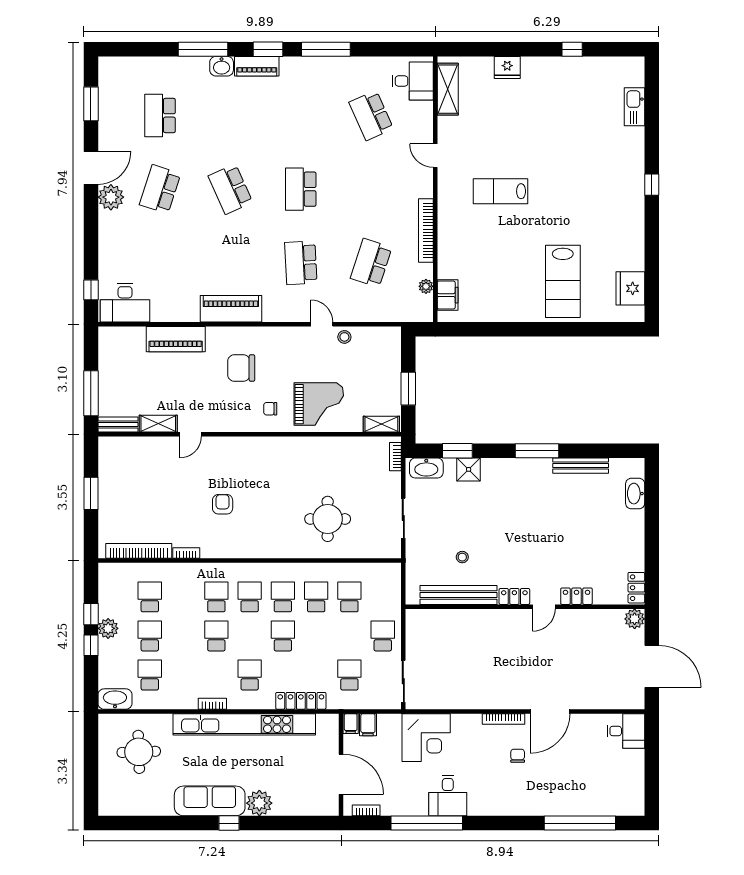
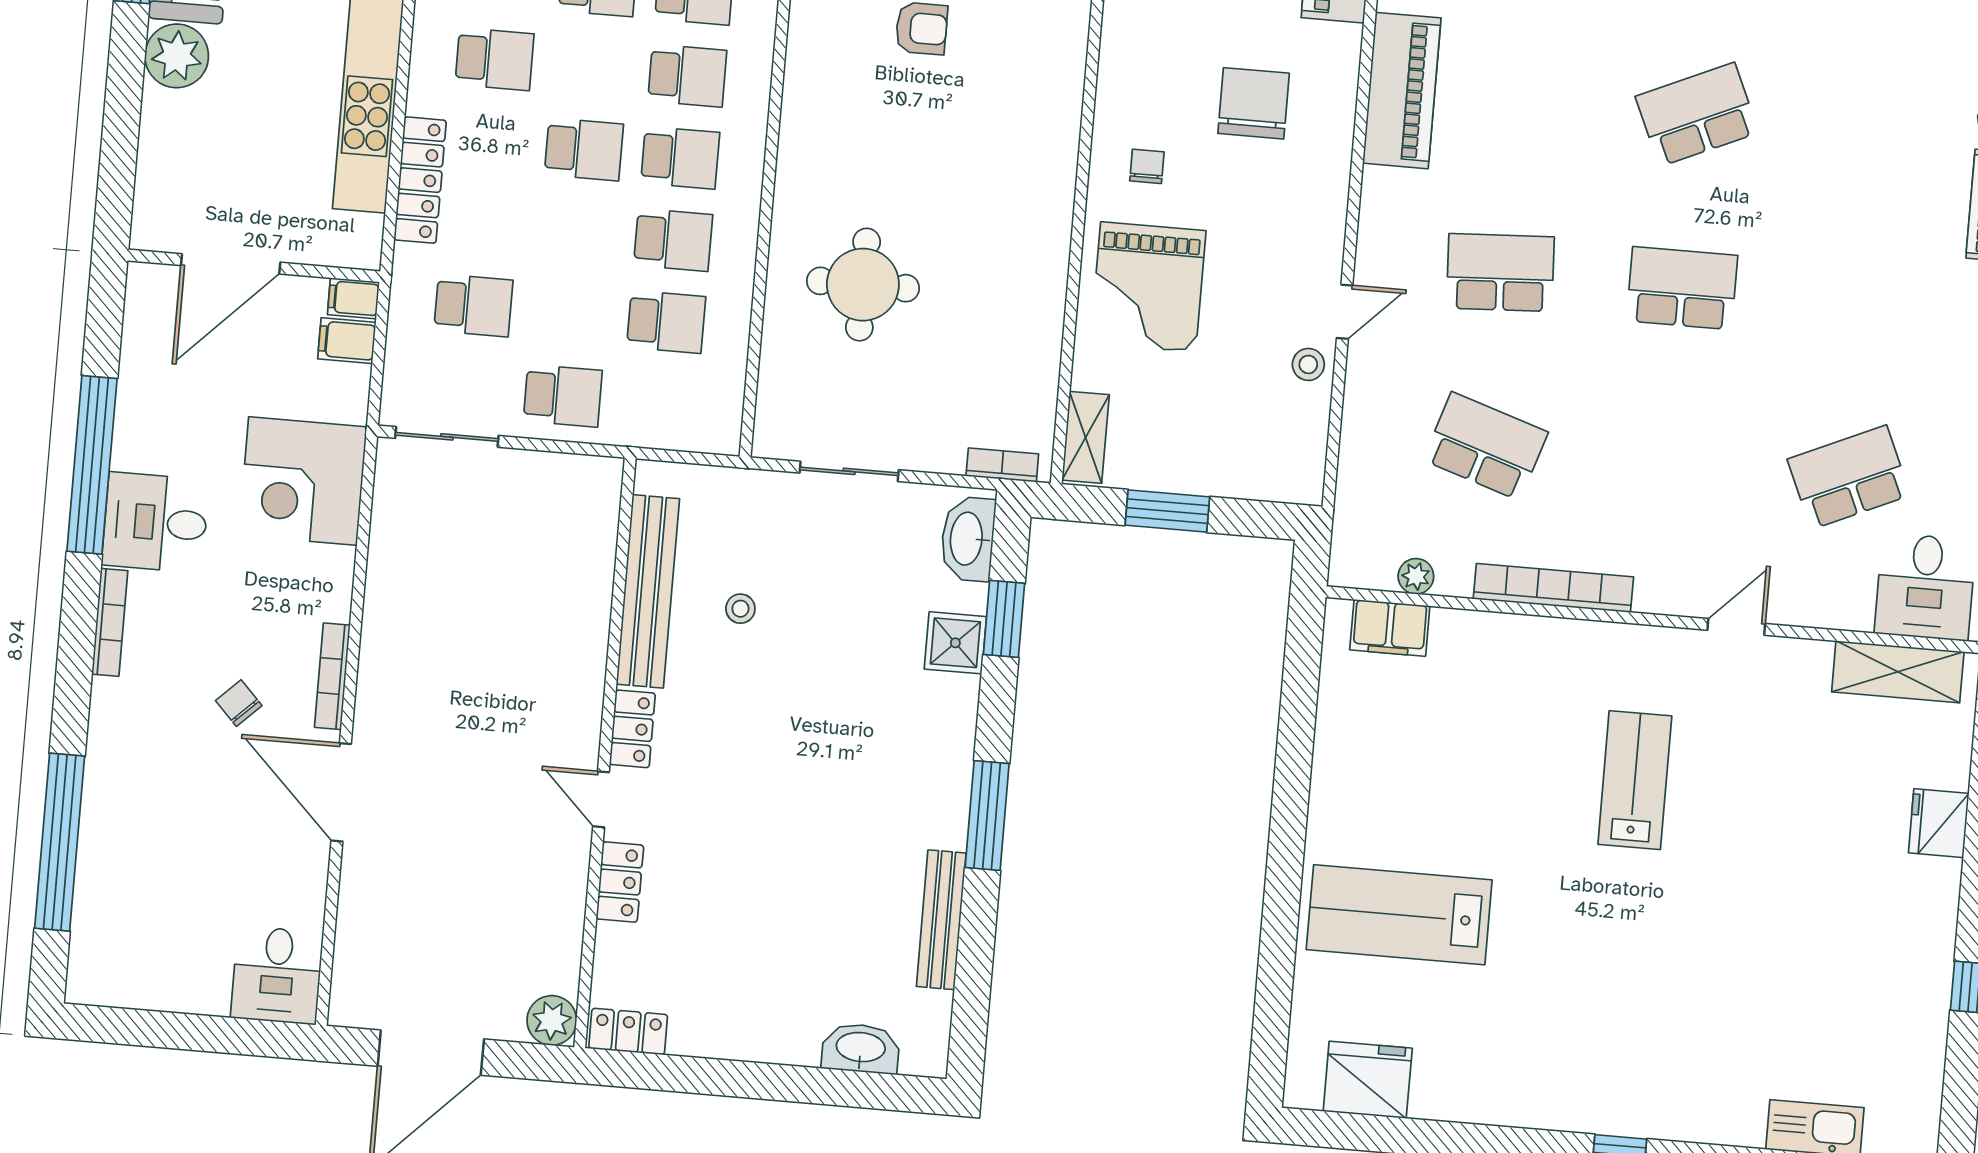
chair: (518, 756) -> (239, 703), turned -134
bookcase: (366, 810) -> (110, 622), moved, width x1.56

